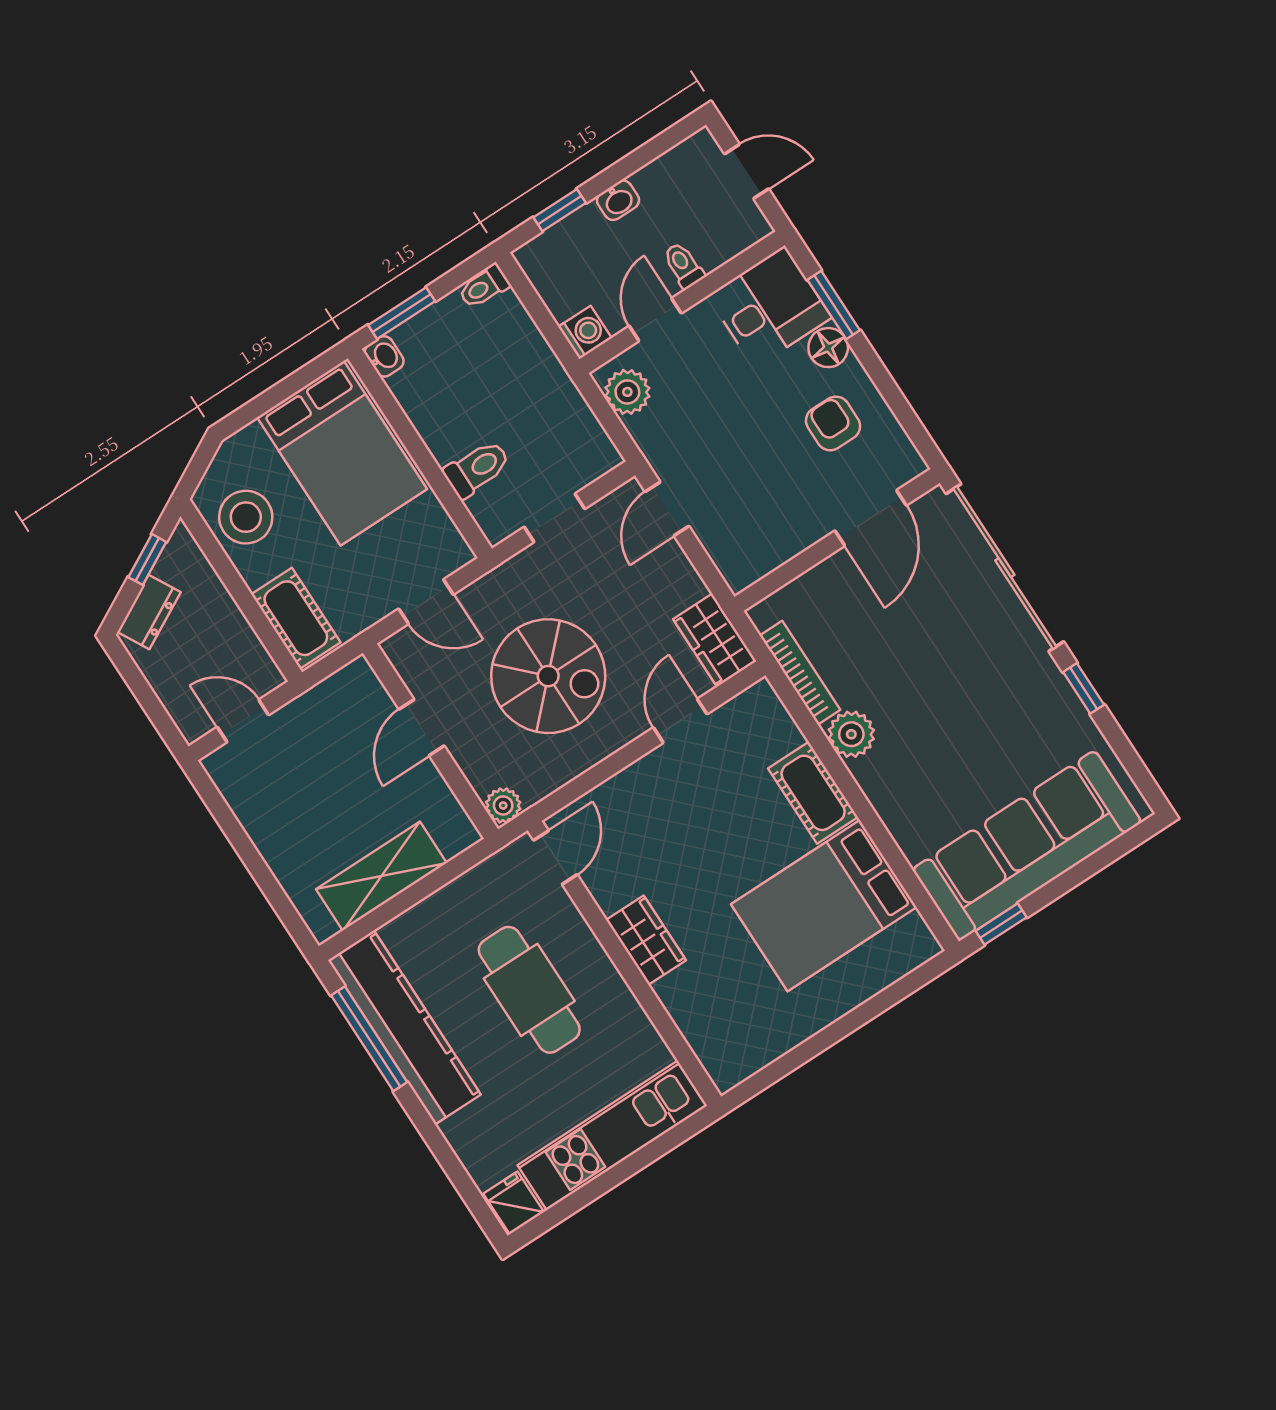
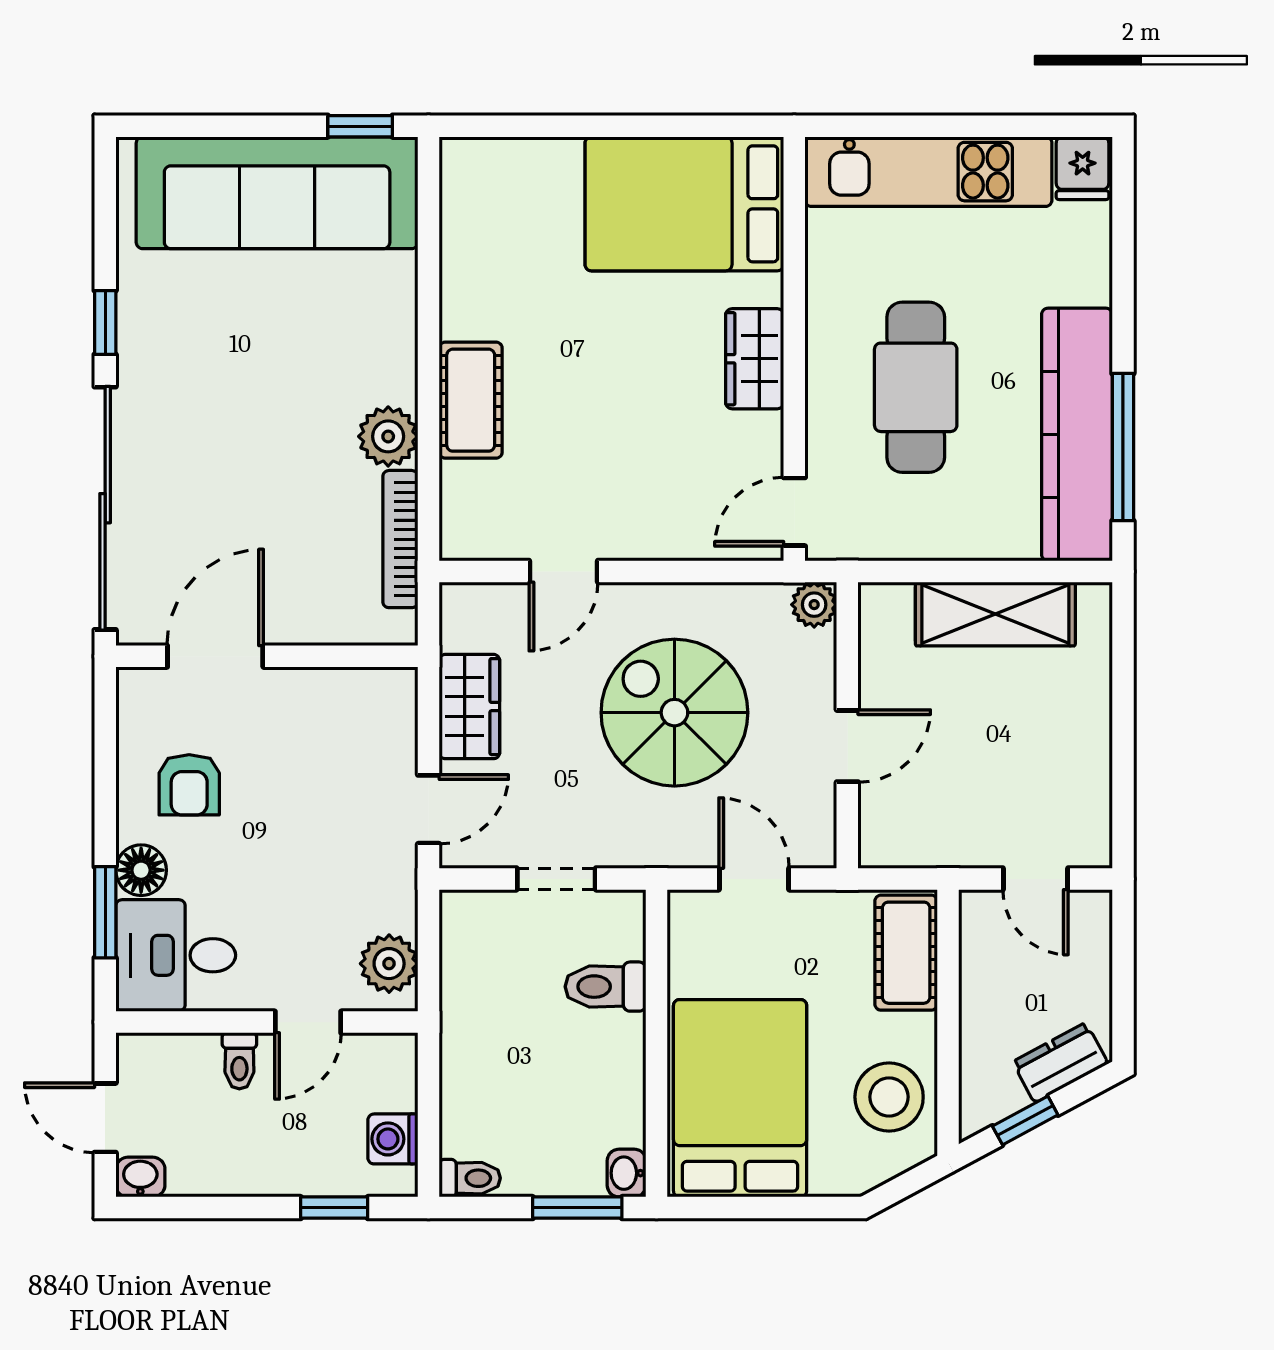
washbasin: (618, 200) -> (140, 1177), moved
washing machine: (585, 332) -> (393, 1139), moved
wardrobe: (715, 640) -> (469, 707), moved
bed: (824, 906) -> (684, 204), moved, turned 180

